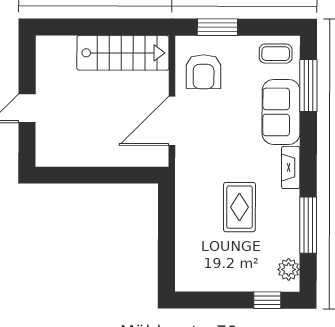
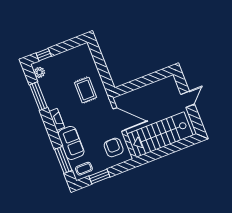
window: (217, 27) -> (99, 176), moved
stairs: (123, 53) -> (160, 135), width x1.36, depth x1.51
door: (172, 121) -> (119, 119), hinge flipped
rug: (239, 207) -> (86, 90), moved

